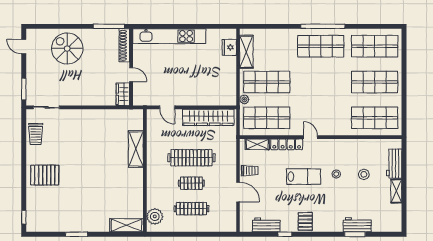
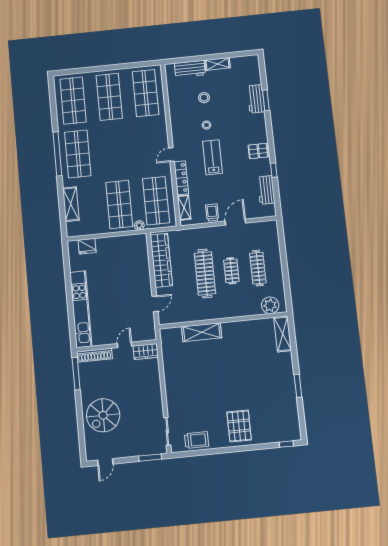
shelving: (246, 52) -> (71, 204), moved, turned 90

